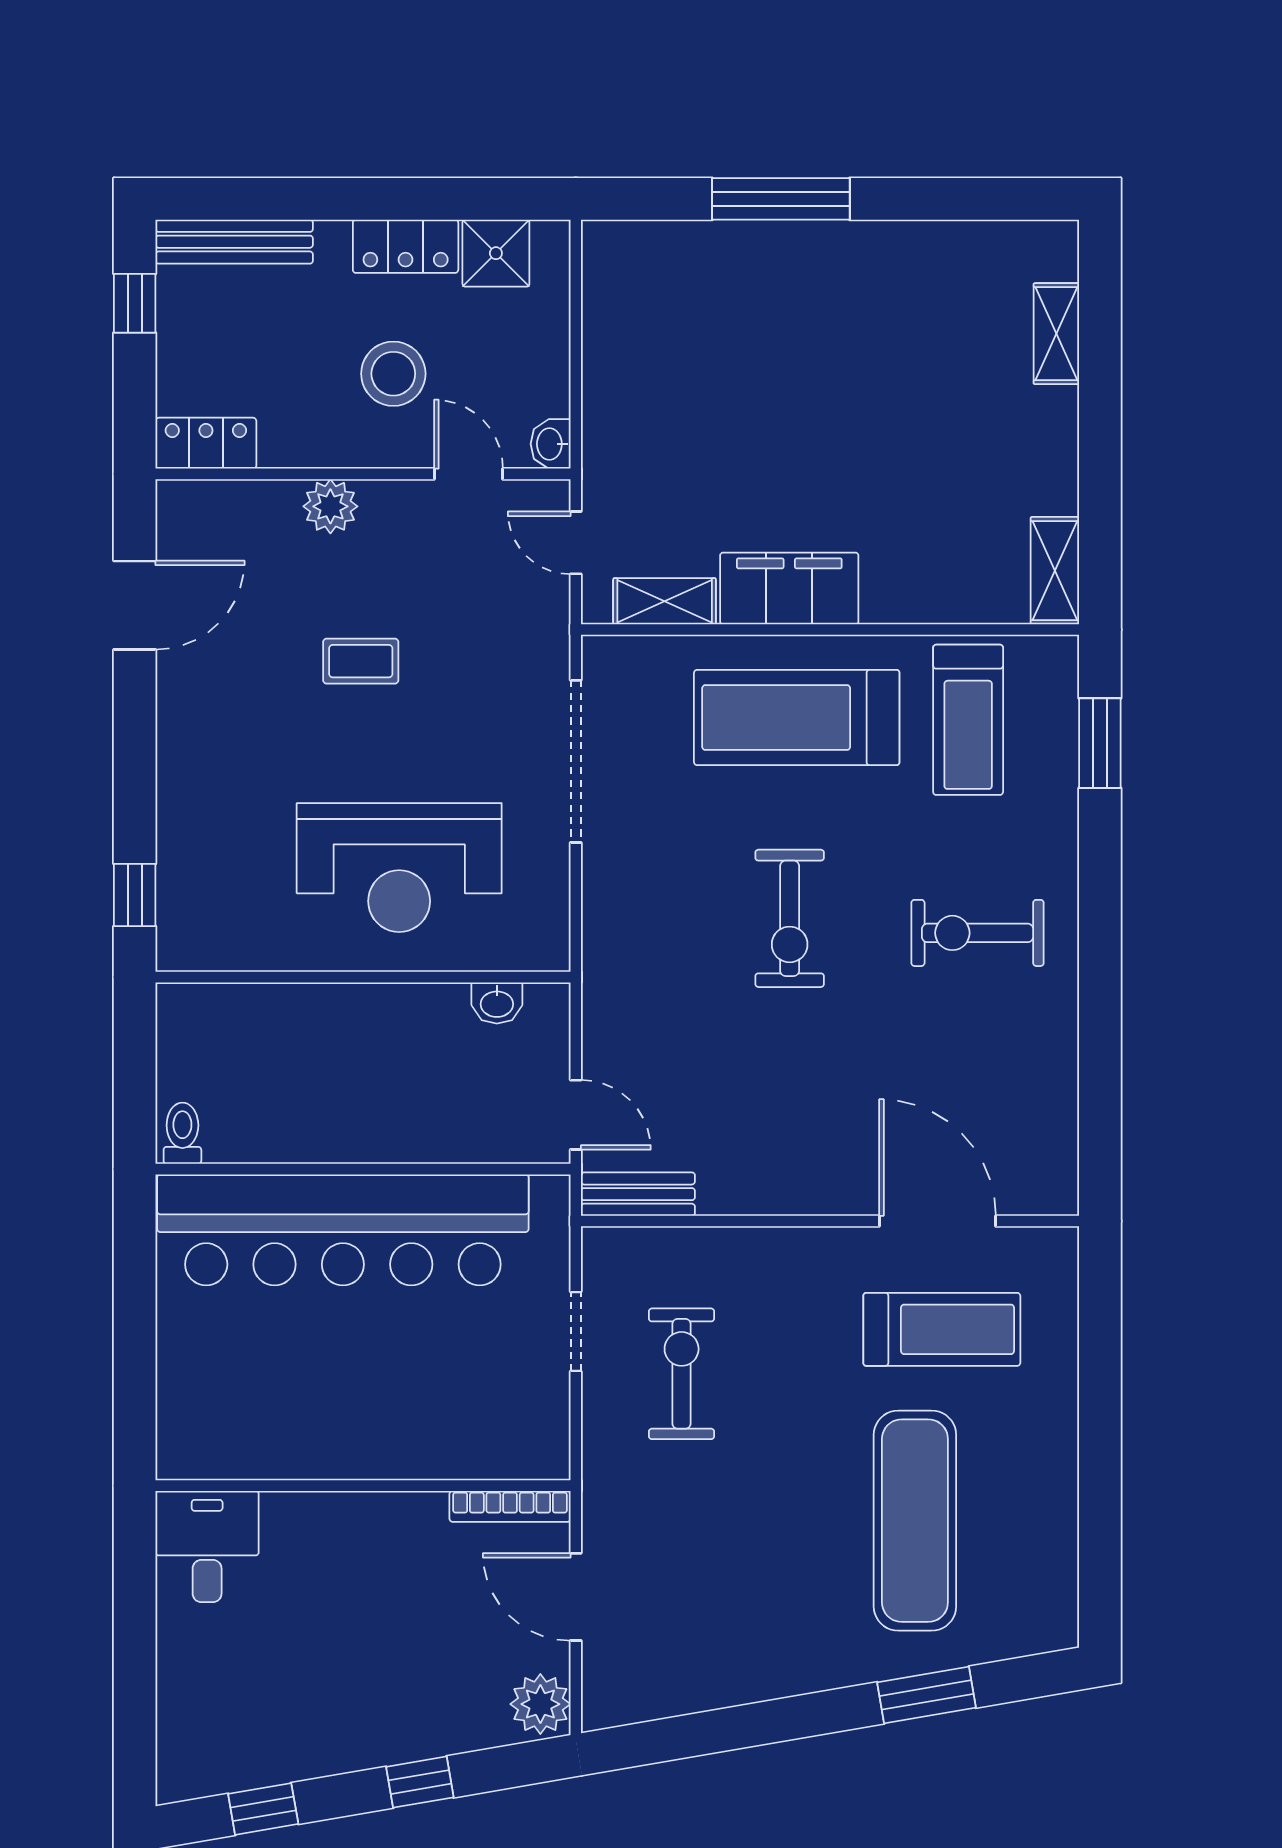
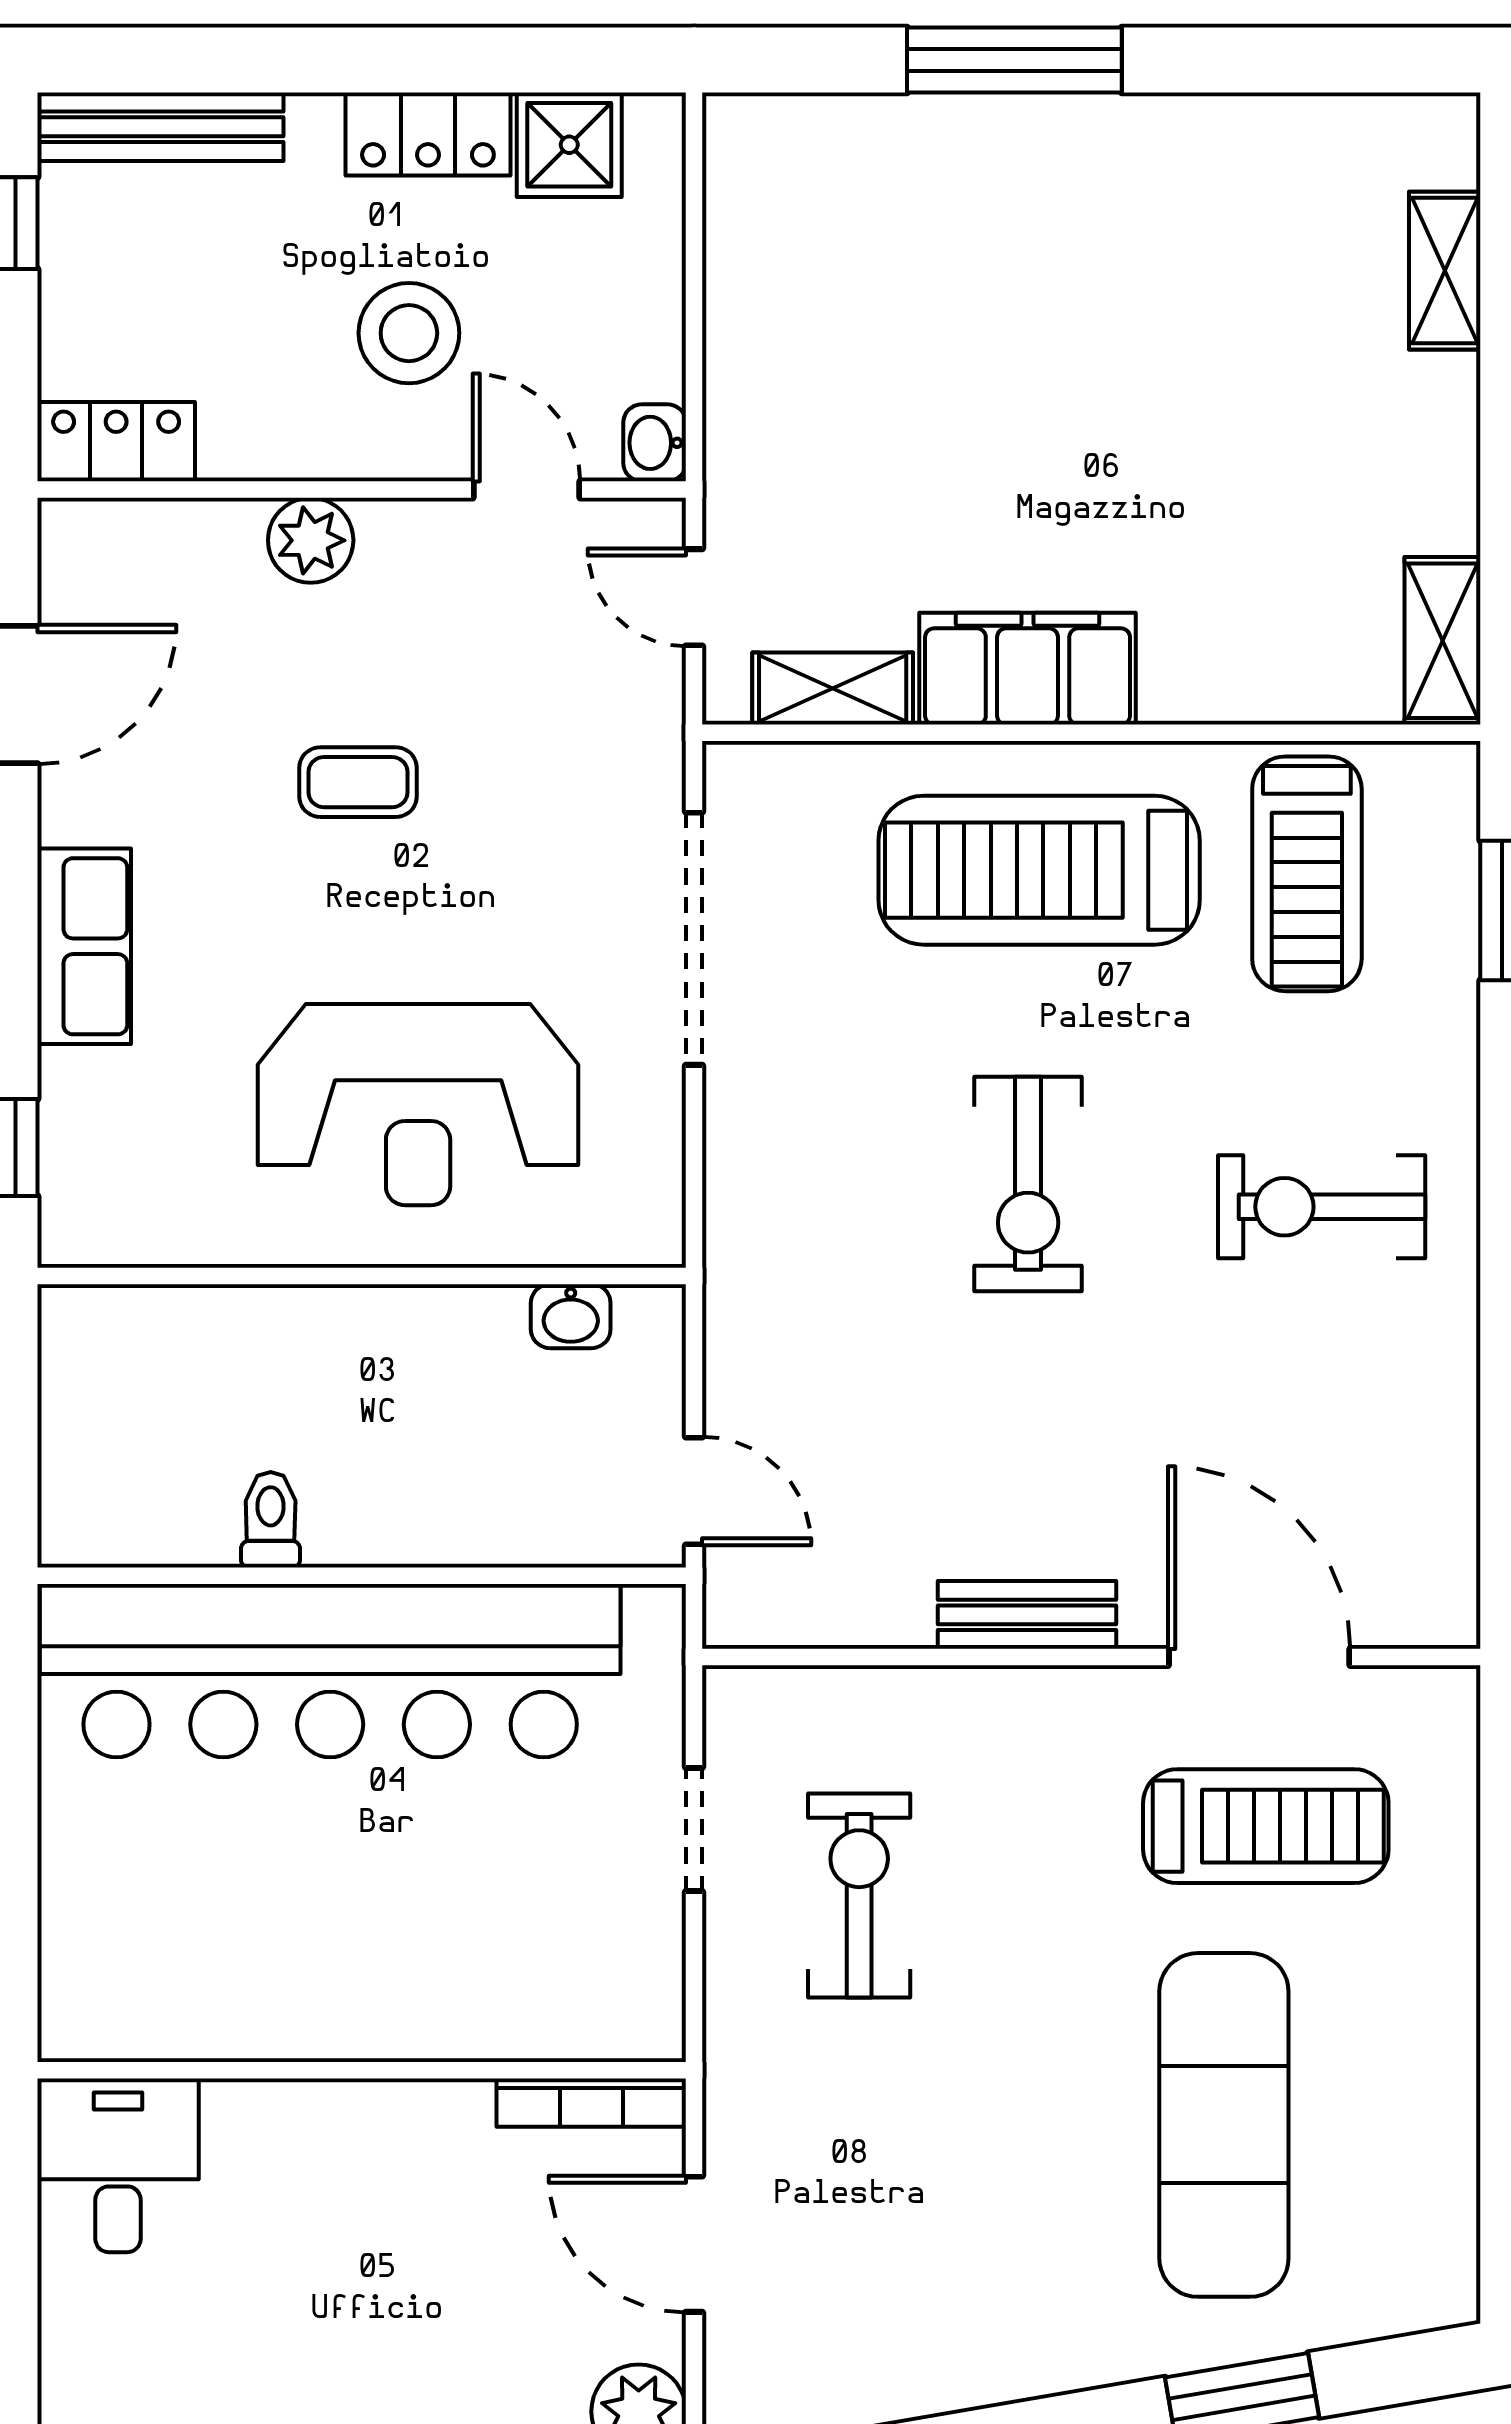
row of seats: (185, 766) -> (84, 946), added
toilet: (182, 1133) -> (271, 1520), moved
bench: (638, 1194) -> (1027, 1615), moved

